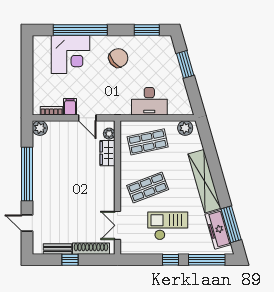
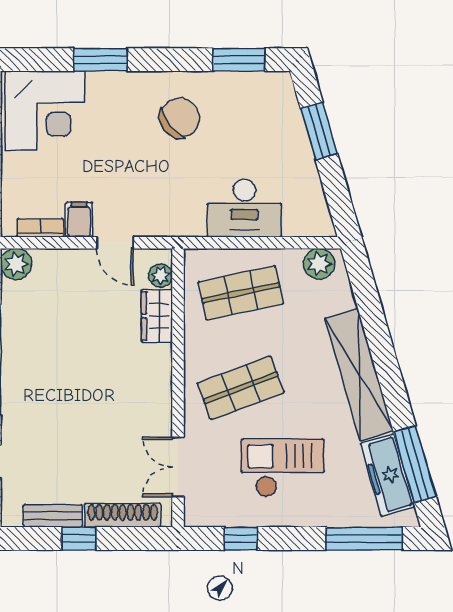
window: (80, 30) -> (100, 60), width x0.47
corner desk: (70, 55) -> (45, 111), moved
window: (171, 260) -> (241, 539), moved

